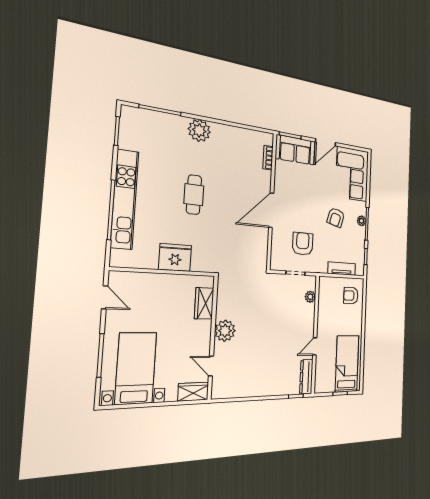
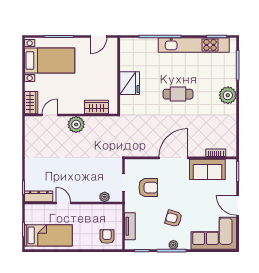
sofa: (295, 150) -> (207, 169), moved, turned -90
kitchen unit: (125, 199) -> (194, 45), moved
door: (271, 210) -> (173, 158), hinge flipped

